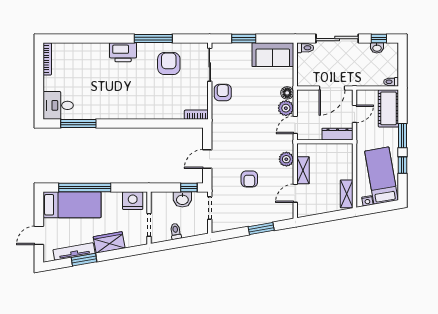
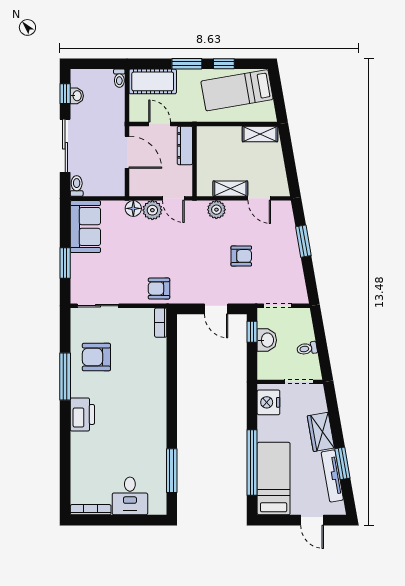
armchair: (223, 93) -> (159, 289), moved
desk: (58, 105) -> (130, 496), moved
nightstand: (367, 201) -> (269, 108), removed

